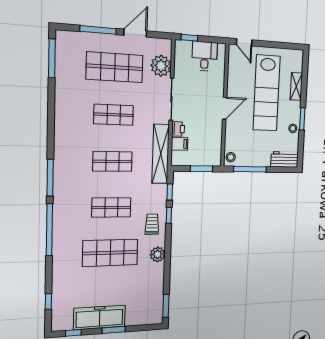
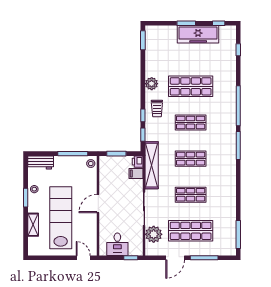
printer: (178, 129) -> (138, 162), moved

